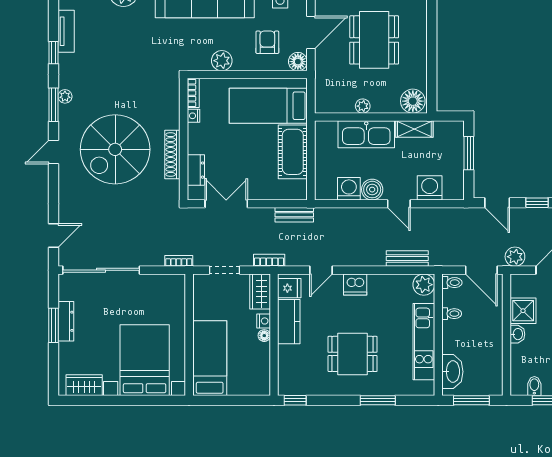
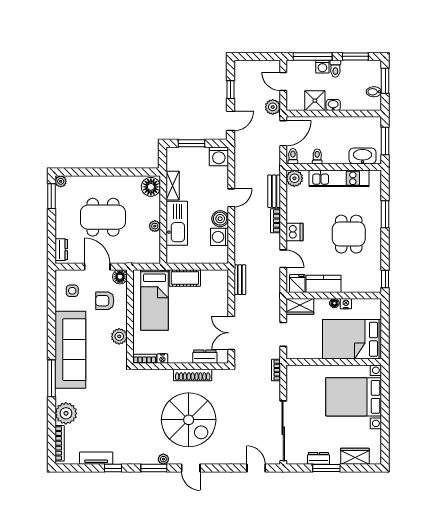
plant: (65, 96) -> (163, 459), moved
cot: (293, 152) -> (185, 278), width x0.73, depth x0.75
washing machine: (430, 188) -> (219, 156), moved, turned -90
bookcase: (269, 260) -> (275, 221), moved
dresser: (66, 321) -> (318, 458), width x0.70
nightstand: (264, 321) -> (346, 304), moved
bed: (210, 358) -> (352, 339), width x1.50
wardrobe: (84, 385) -> (355, 456), moved, turned 90

